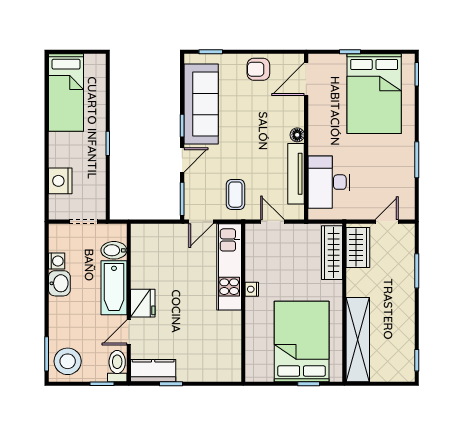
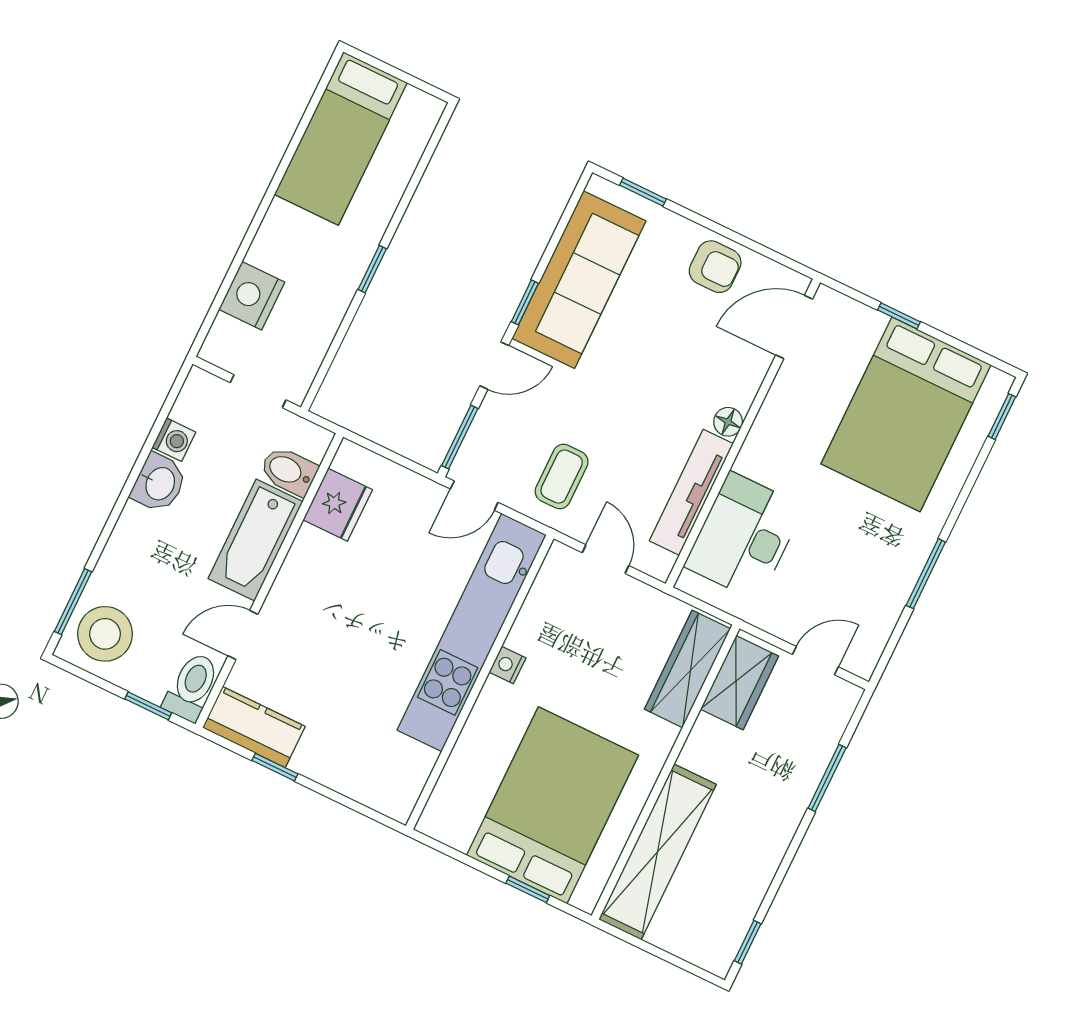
armchair: (258, 69) -> (715, 267), turned 180
kitchen unit: (229, 267) -> (472, 633), width x1.36
fridge: (143, 303) -> (338, 505), moved

